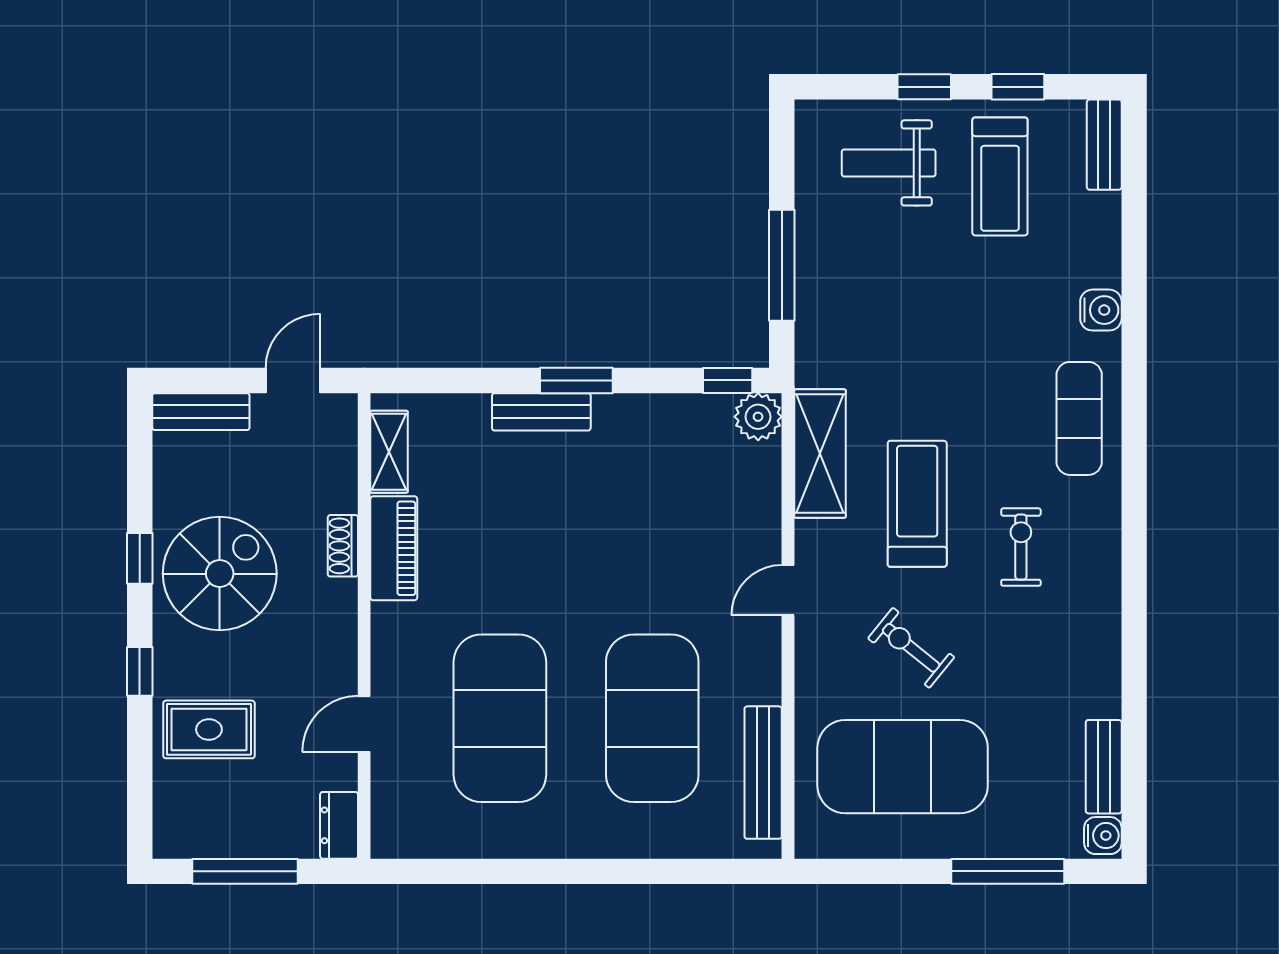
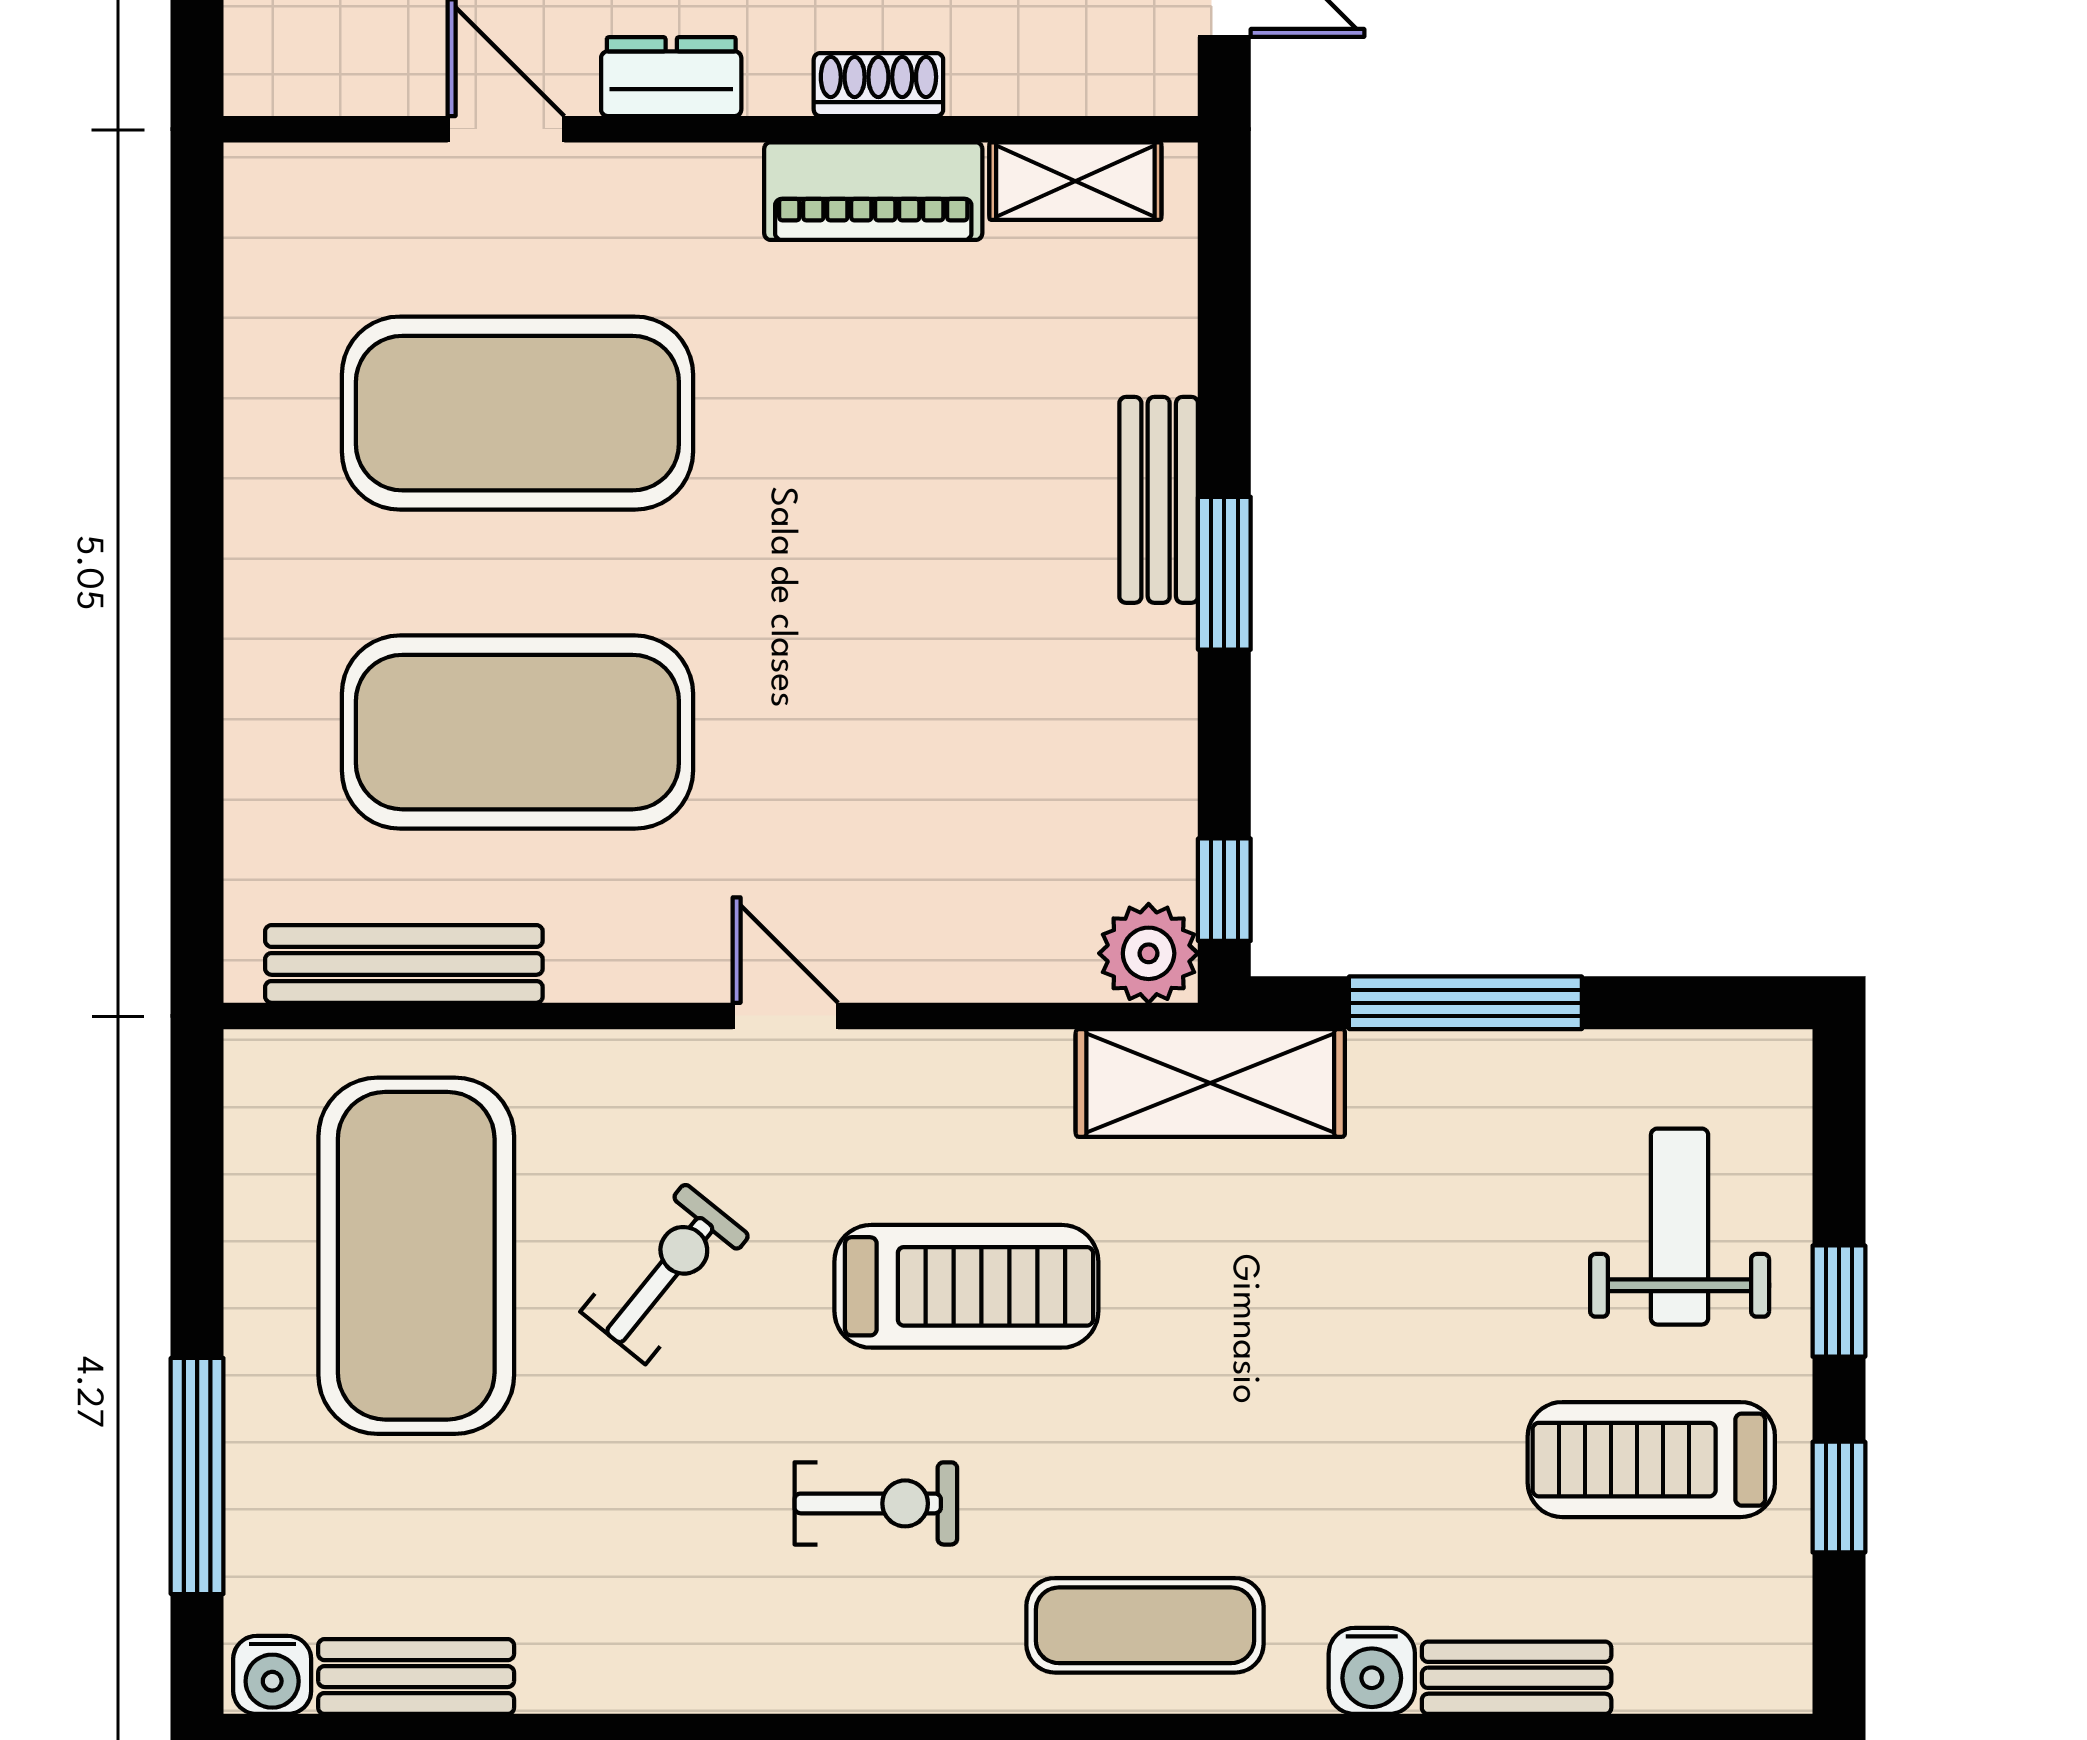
bench: (1104, 145) -> (1517, 1678), moved
shelving: (820, 454) -> (1210, 1083), moved
dresser: (339, 825) -> (671, 77), moved

